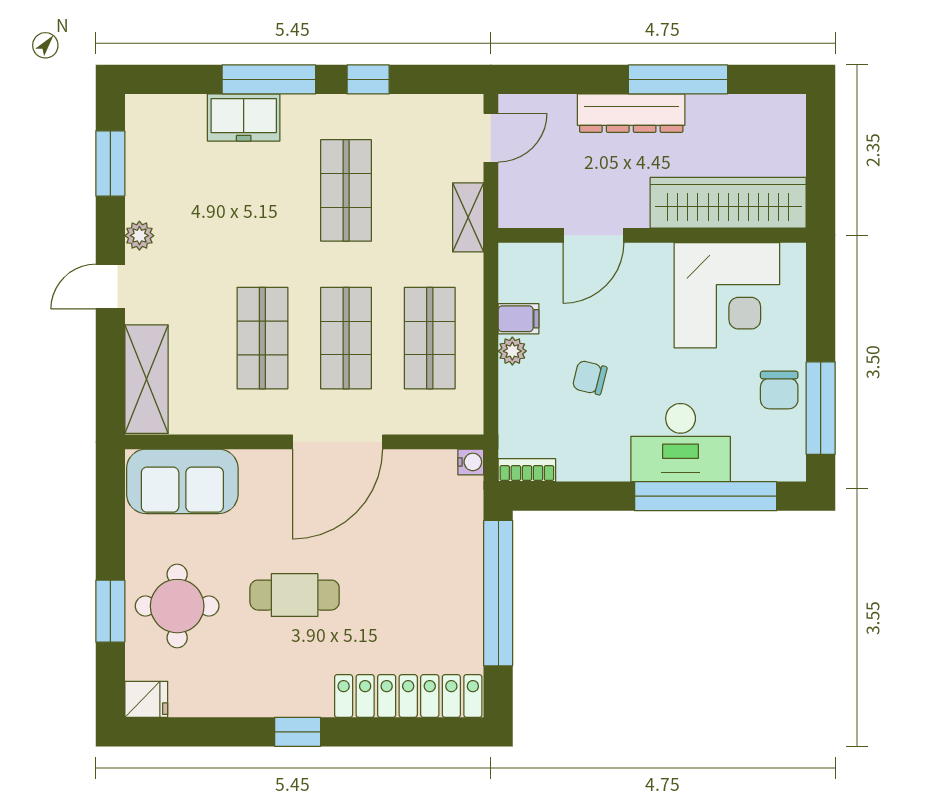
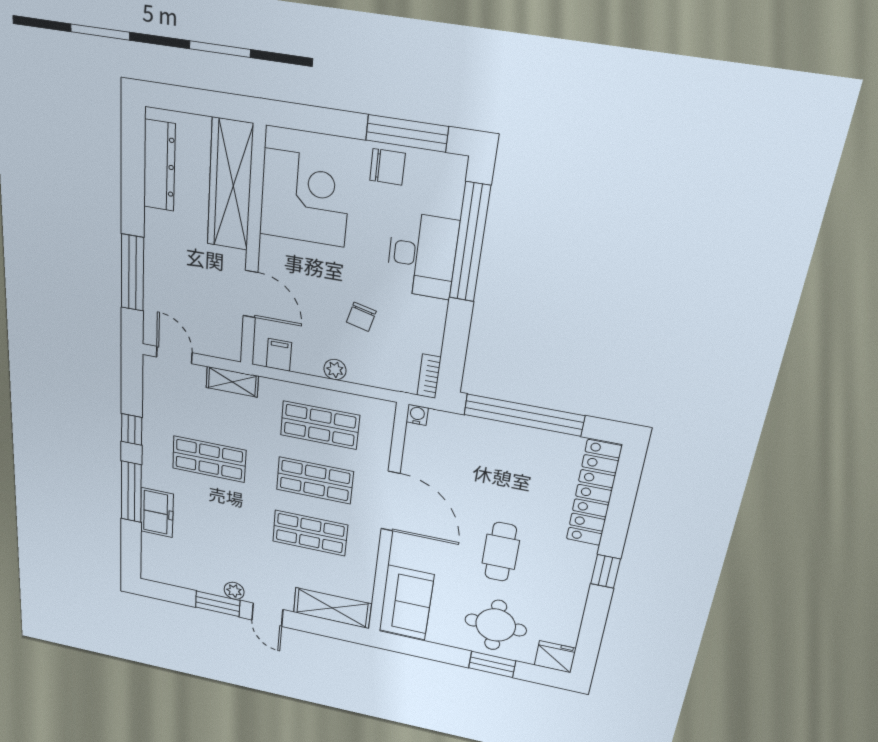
window: (678, 79) -> (132, 273), moved
dresser: (631, 113) -> (159, 166), moved
window: (110, 163) -> (218, 604), moved
filing cabinet: (518, 319) -> (279, 355), moved
fridge: (146, 699) -> (555, 657), width x1.38

